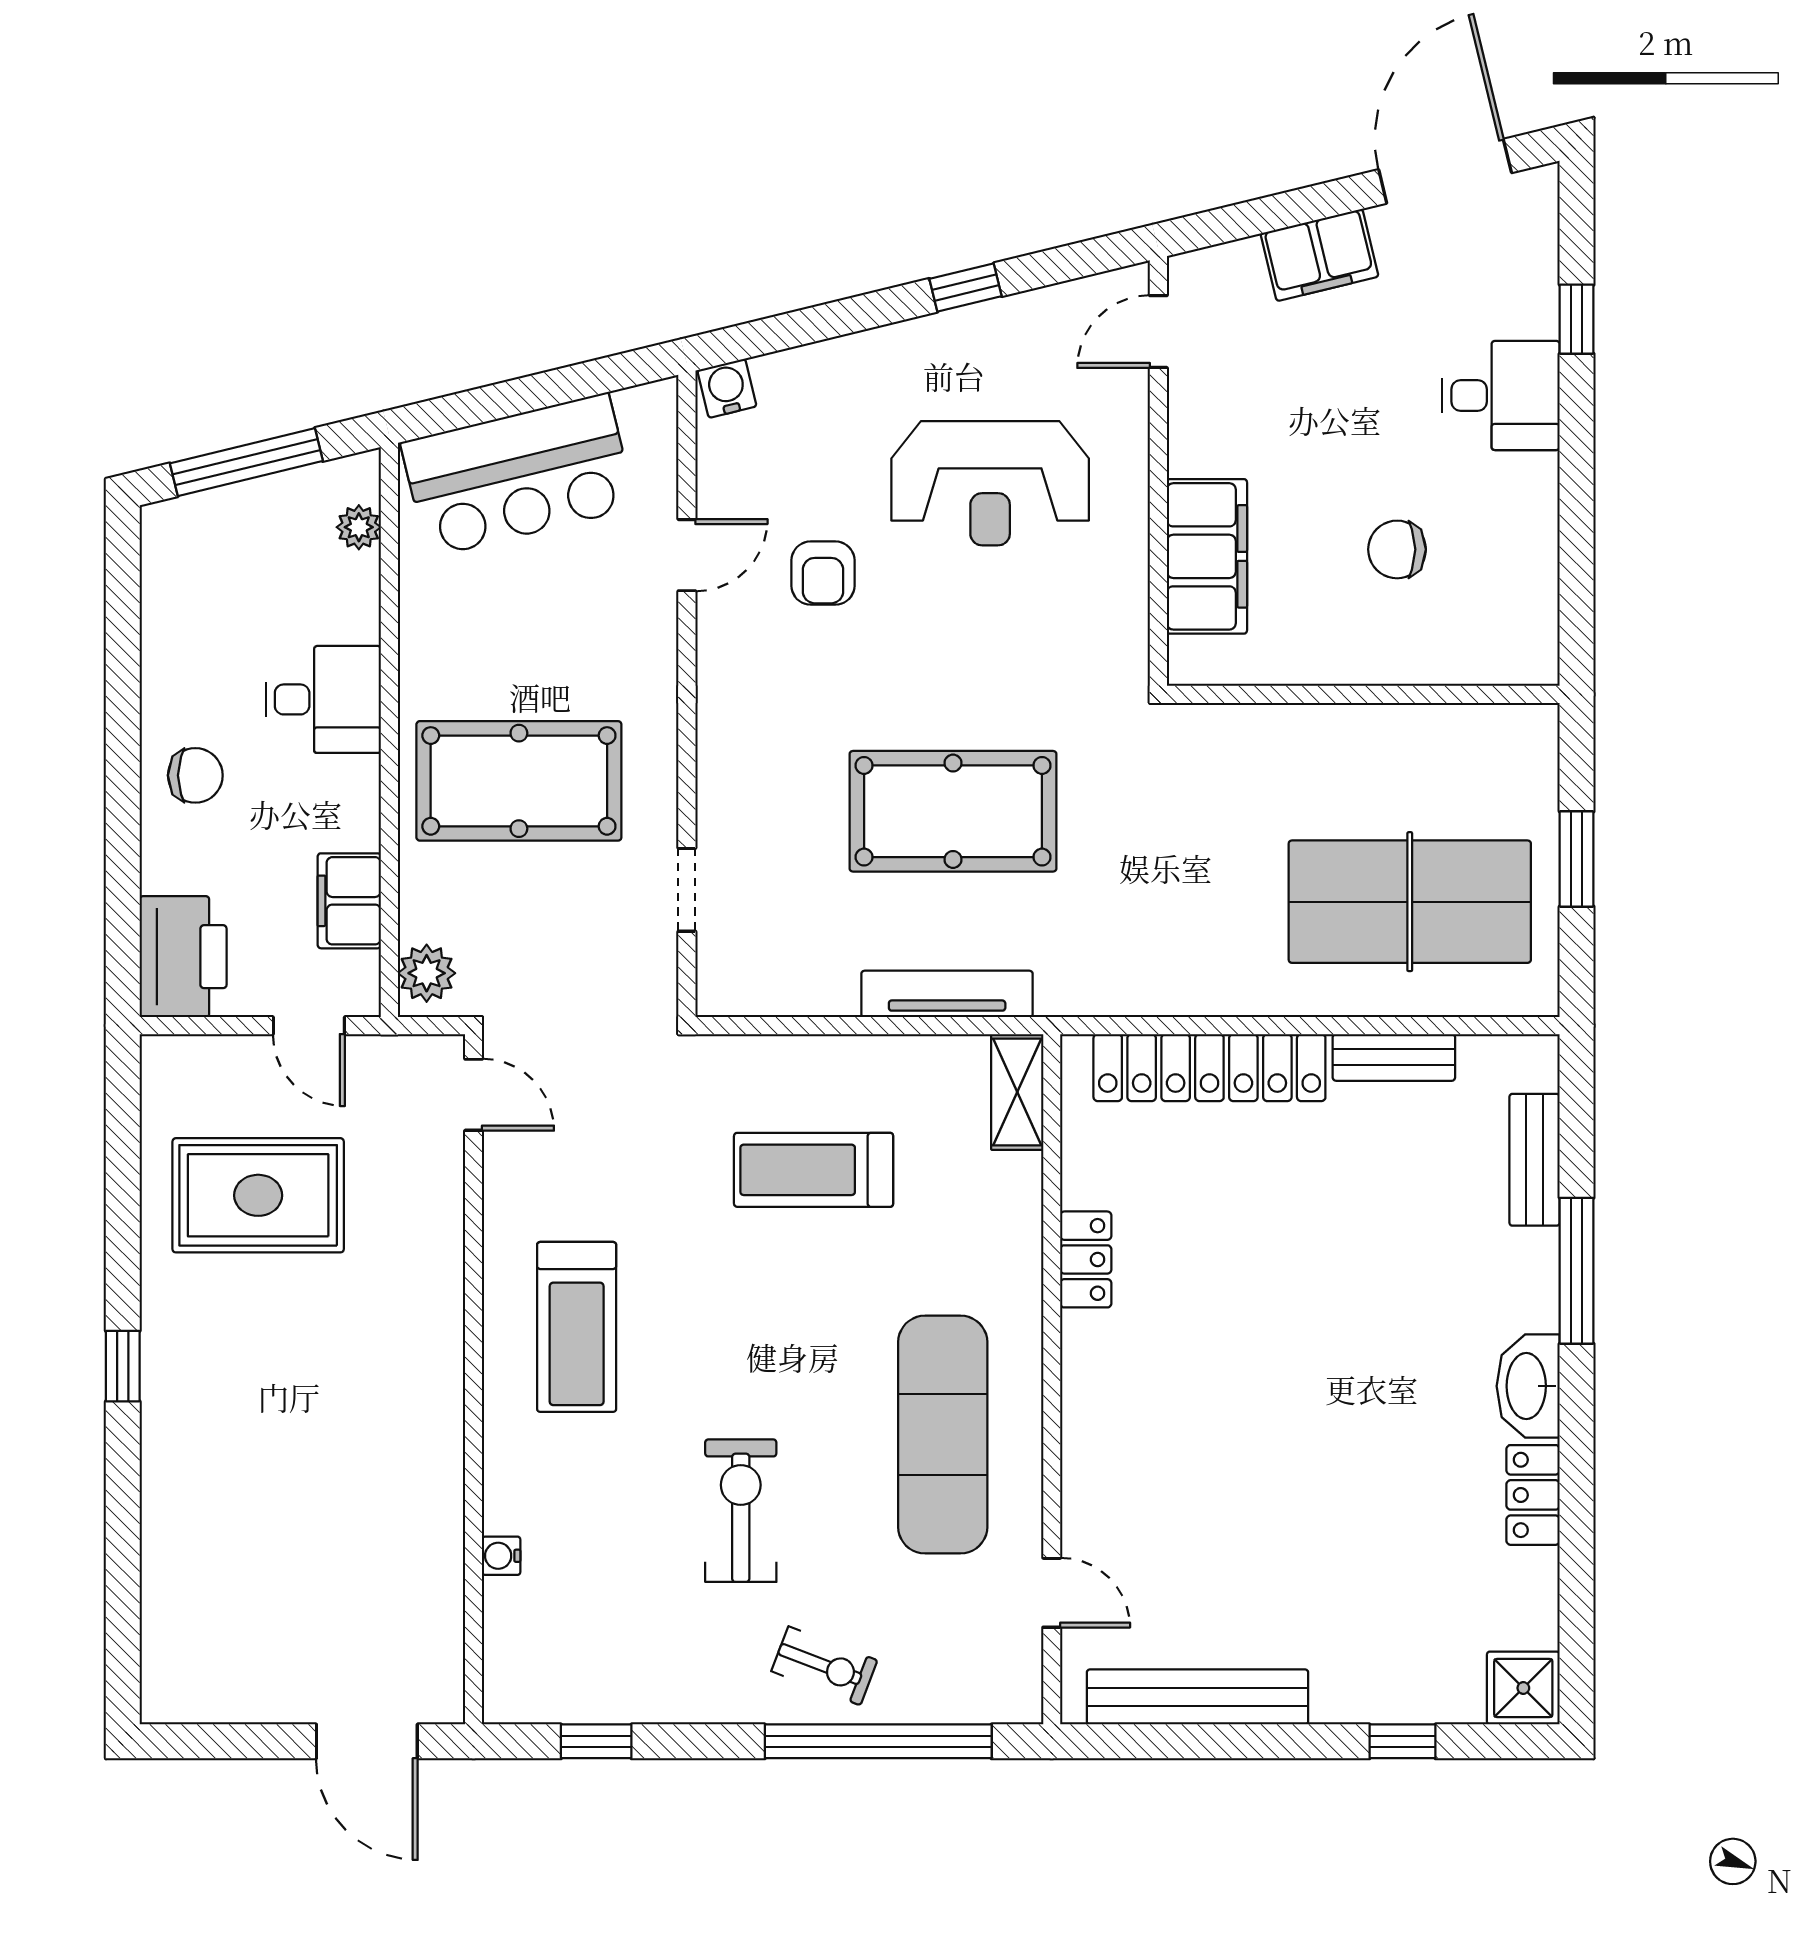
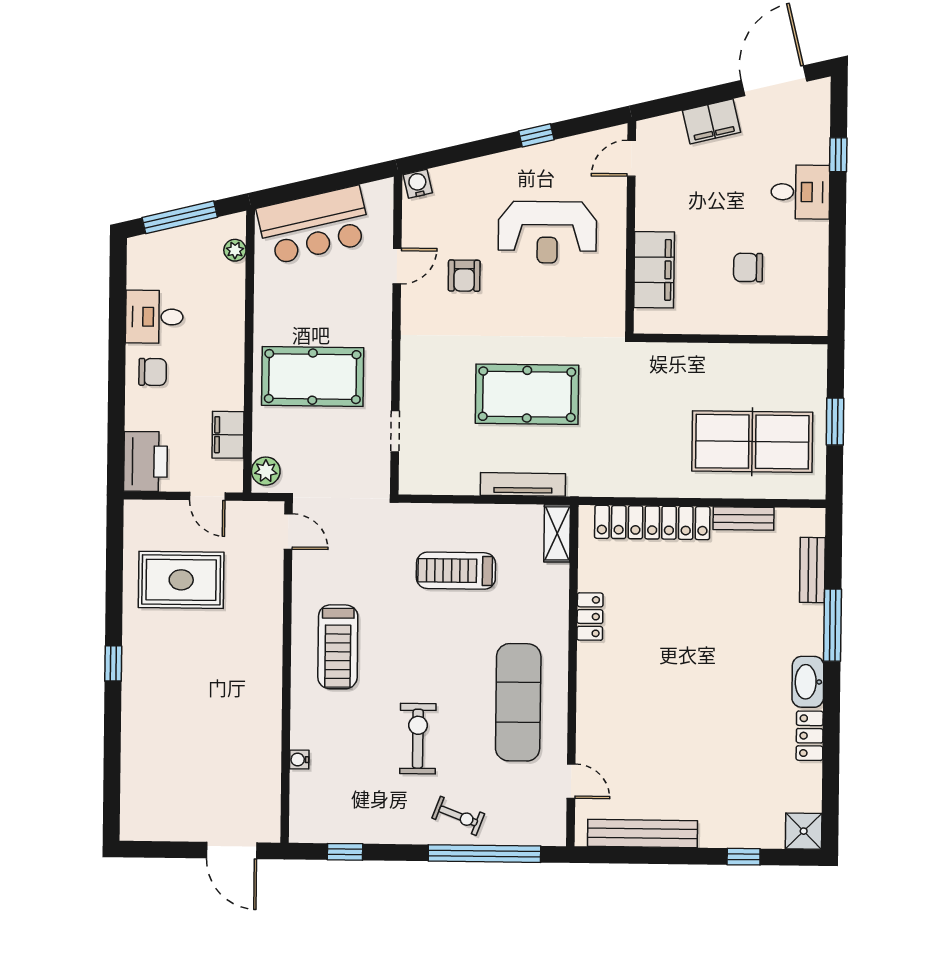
desk: (323, 699) -> (154, 317), moved, turned 180

